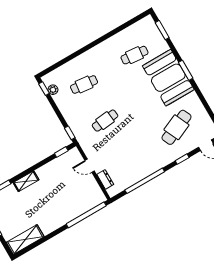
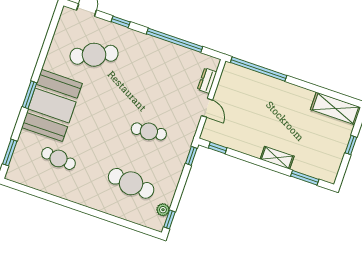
cafe table: (84, 84) -> (131, 183), width x1.37, depth x1.35

